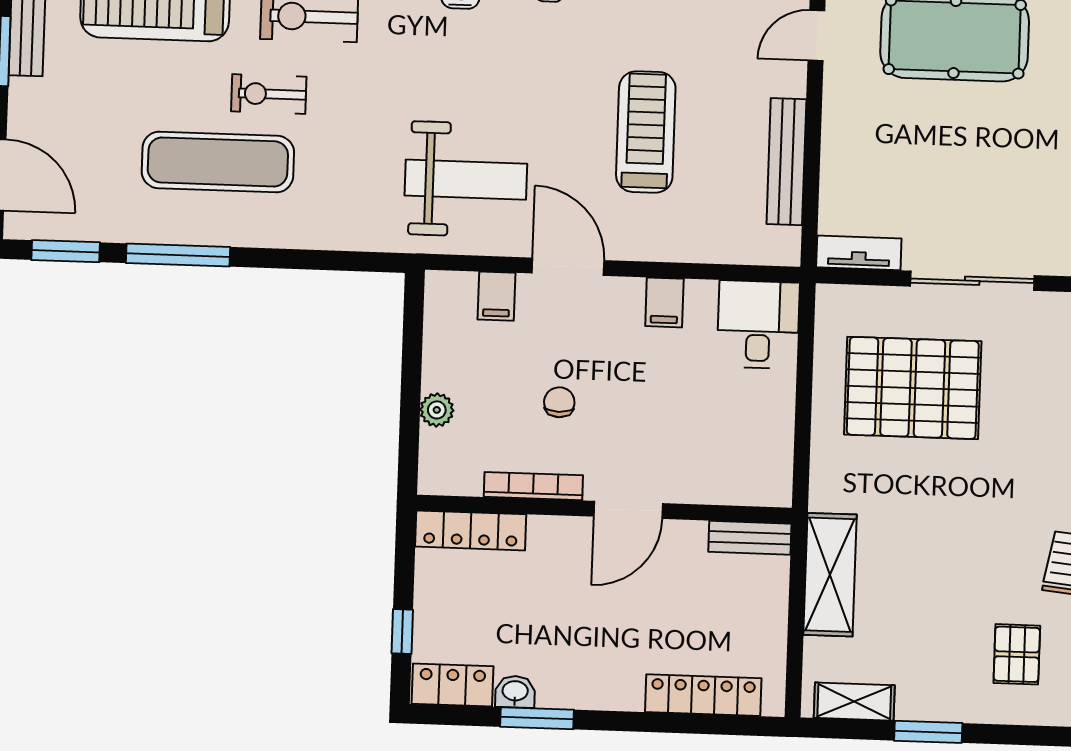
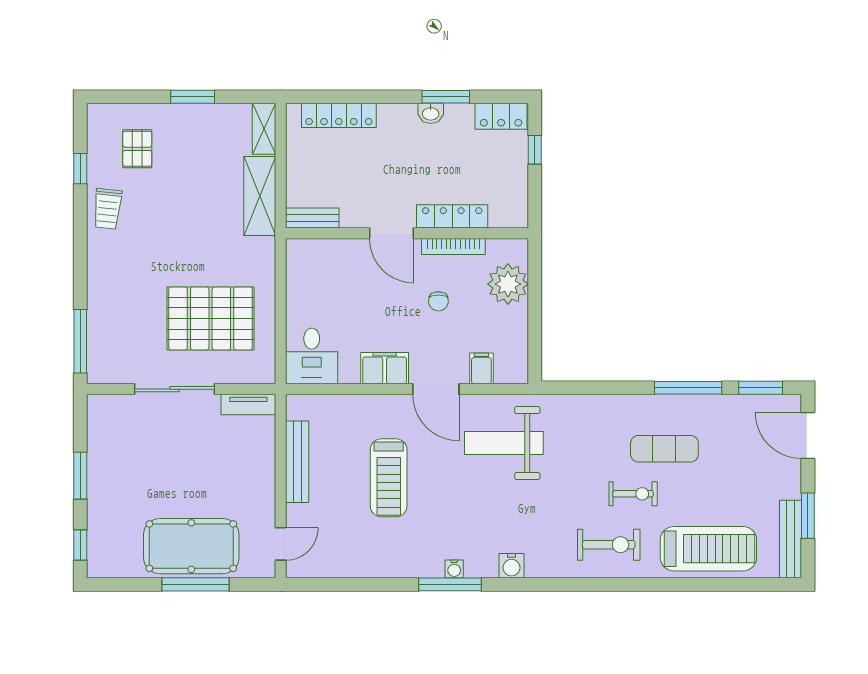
exercise mat: (218, 162) -> (664, 449), width x0.73, depth x0.69
filing cabinet: (664, 302) -> (385, 368), width x2.00
plant: (437, 410) -> (508, 284), width x1.88, depth x1.88
door: (628, 510) -> (392, 233), swing flipped
locker: (471, 530) -> (452, 216), moved
washbasin: (515, 692) -> (431, 113), moved
shelving: (854, 702) -> (264, 129), moved, turned 90

